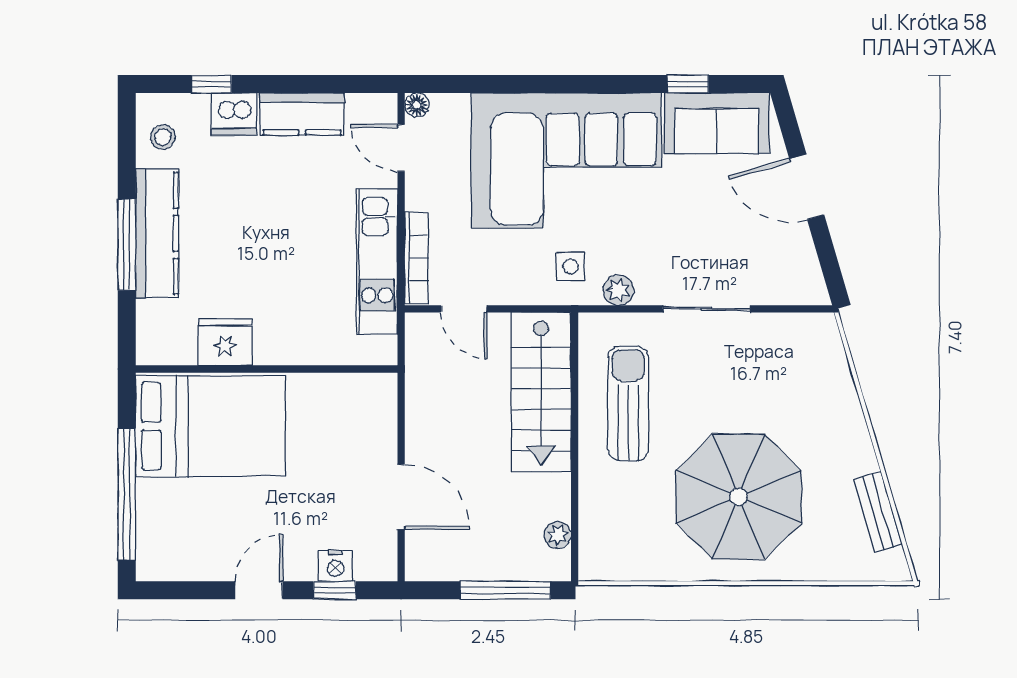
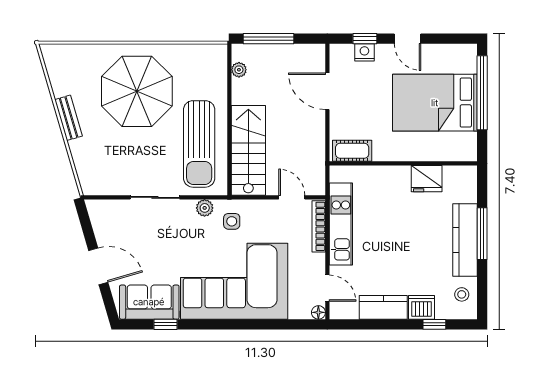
cot: (357, 391) -> (352, 151), added
sun lounger: (628, 404) -> (199, 144), width x1.36, depth x1.34
bed: (210, 426) -> (435, 103), moved
bench: (878, 512) -> (69, 118), moved
door: (259, 590) -> (408, 39), hinge flipped

